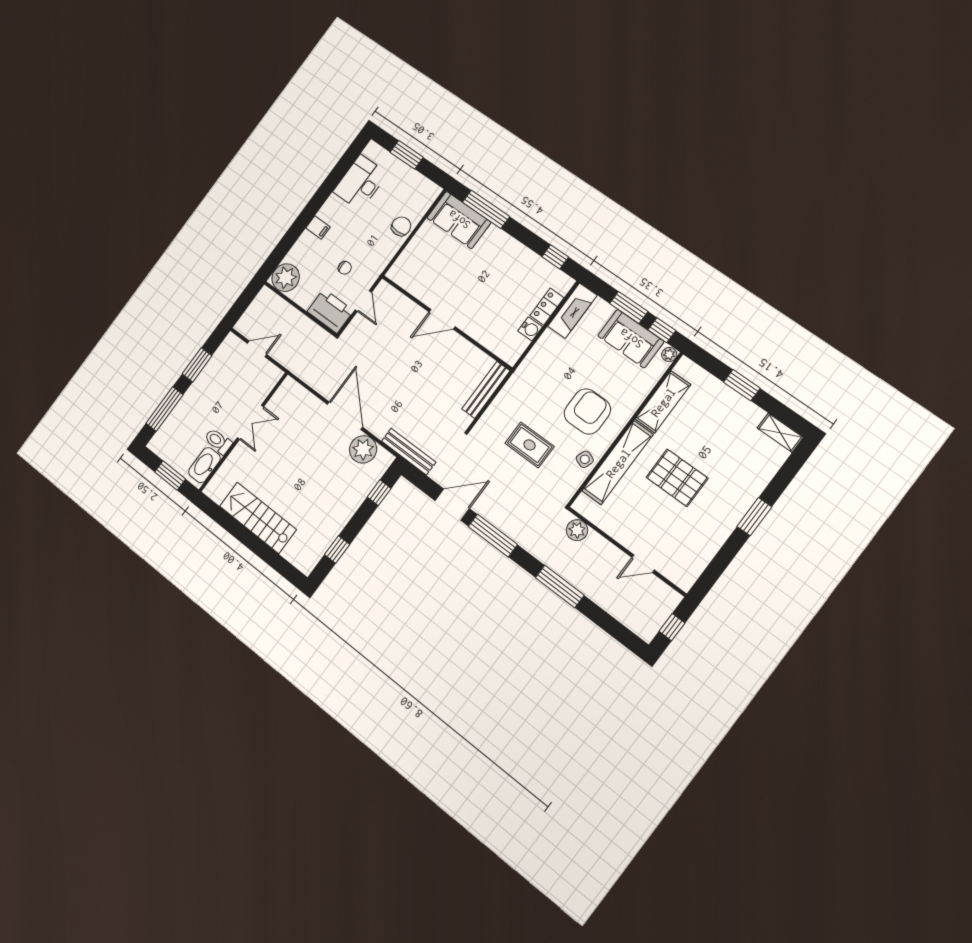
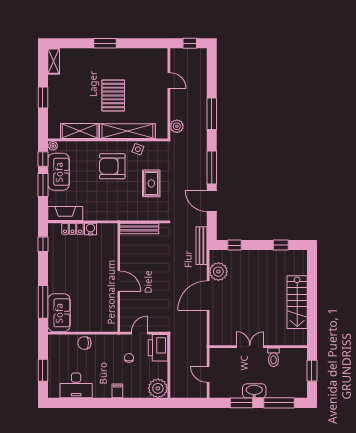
washbasin: (204, 465) -> (254, 391), moved, turned 180

